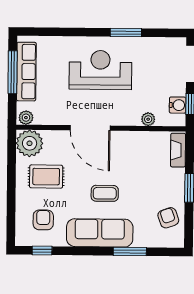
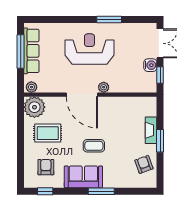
water cooler: (178, 105) -> (150, 65), moved
plant: (148, 119) -> (104, 87), moved
fireplace: (178, 150) -> (151, 130), moved
sofa: (100, 233) -> (83, 177), width x0.73
window: (130, 251) -> (101, 191), moved

